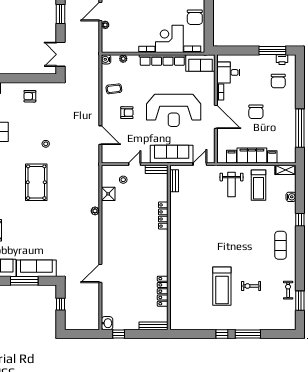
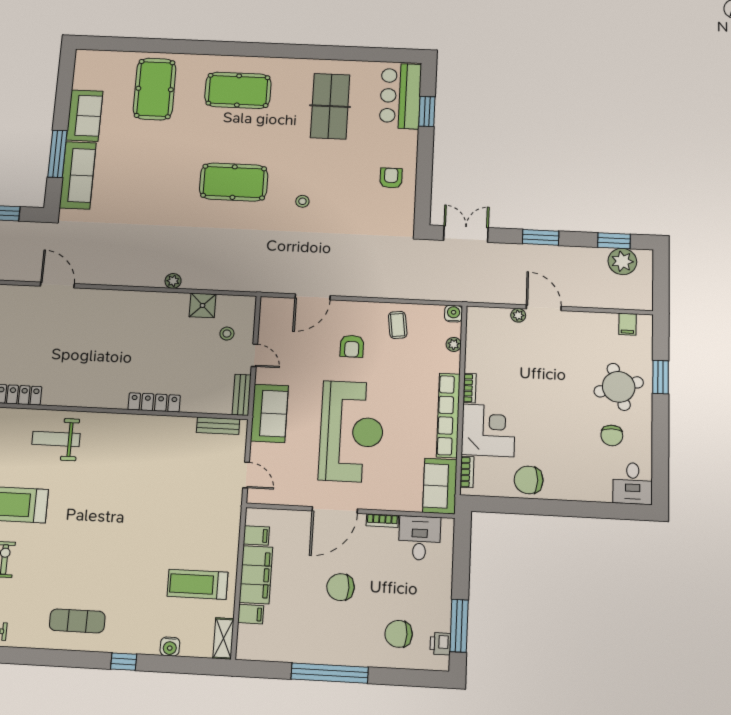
reception desk: (174, 110) -> (352, 432), turned 180
window: (300, 128) -> (330, 673), moved
sofa: (172, 154) -> (269, 413), width x0.73
weight bench: (231, 184) -> (56, 439), moved

